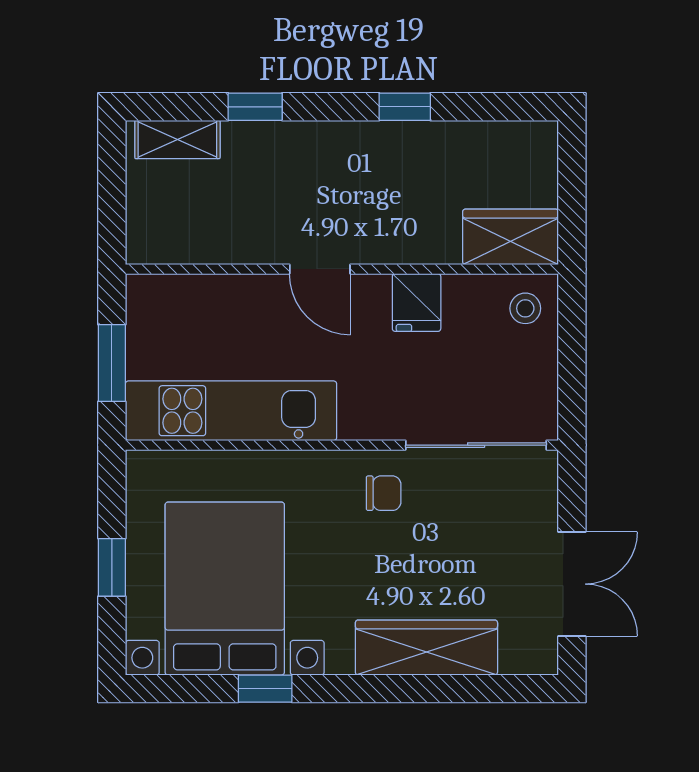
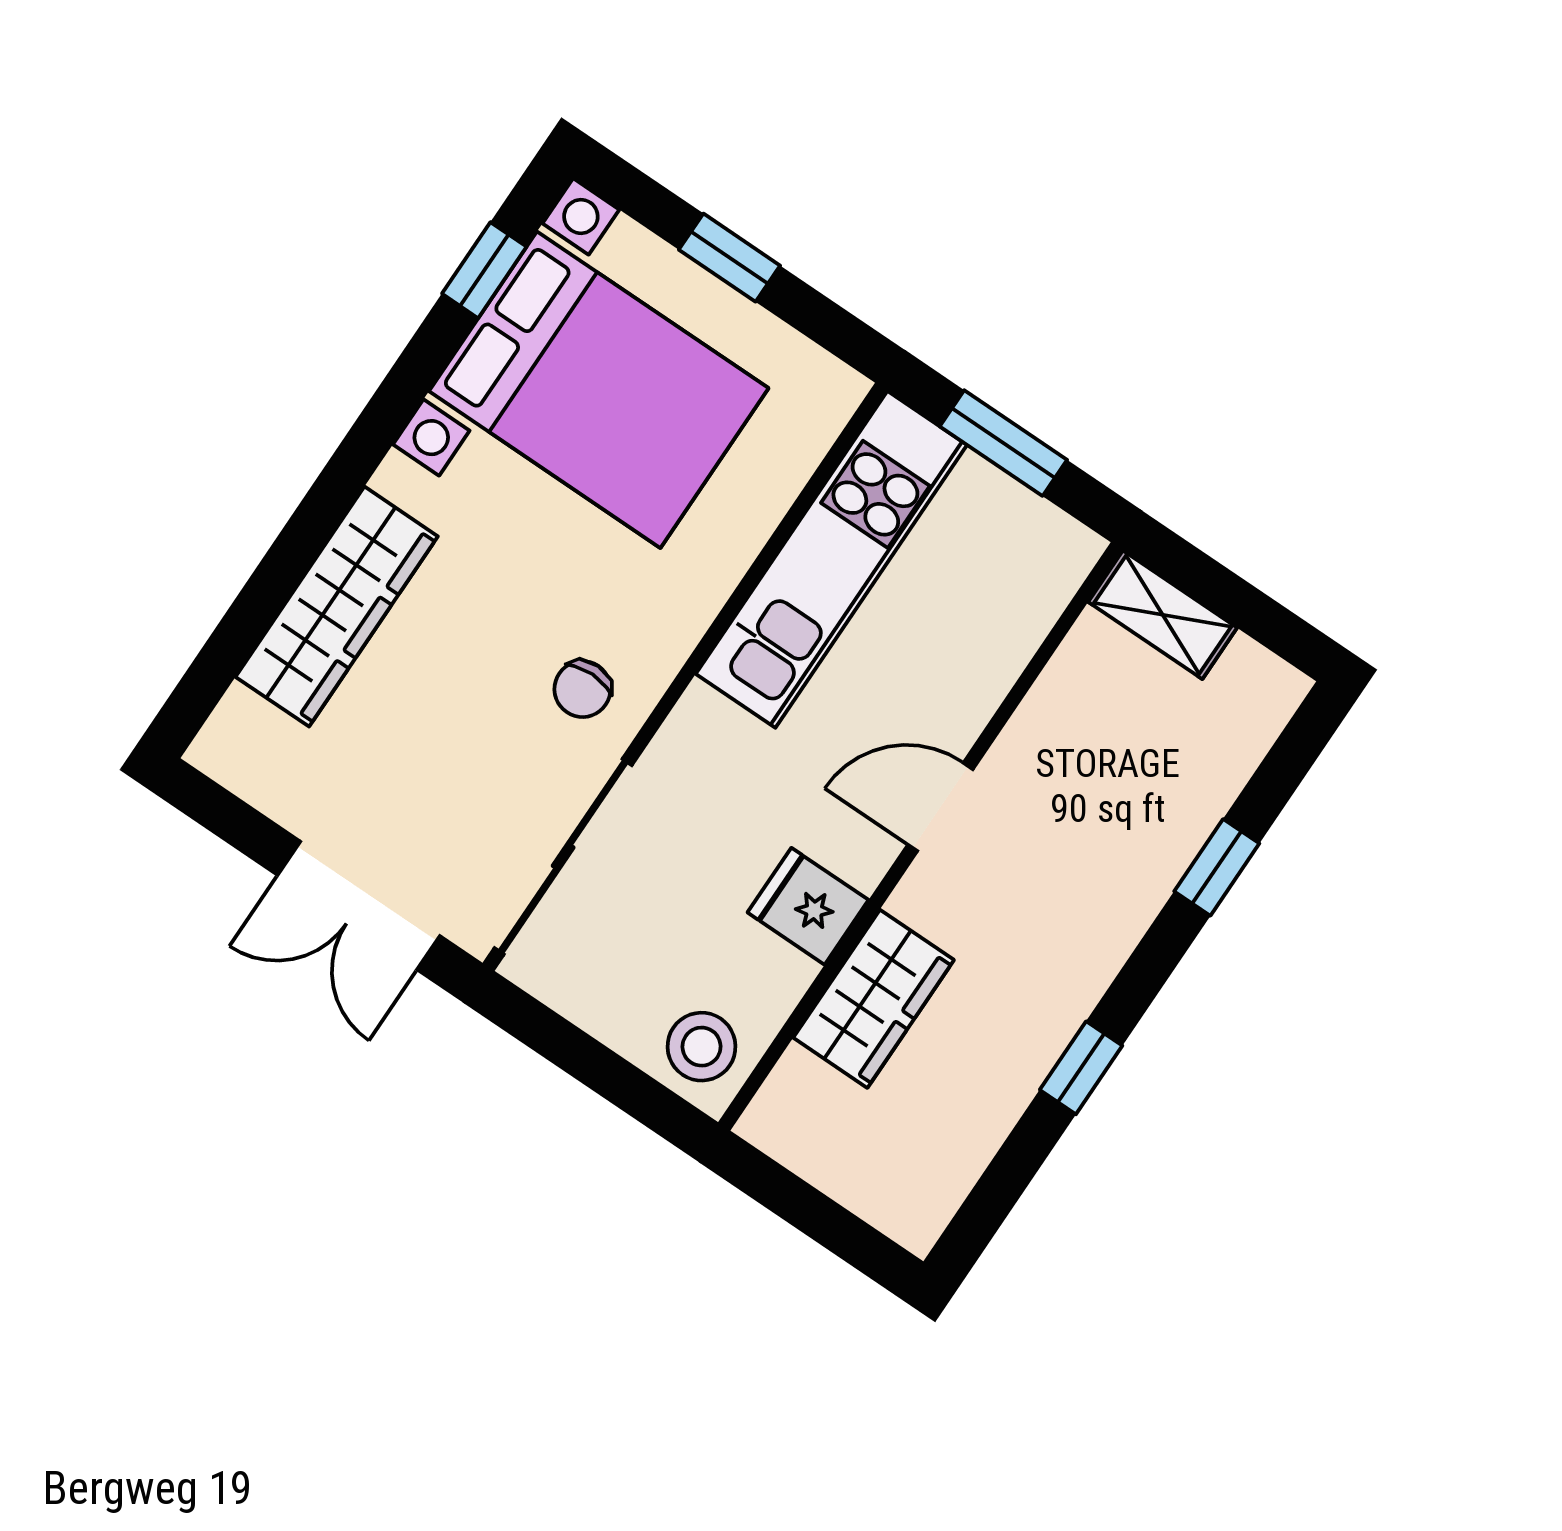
shelving: (177, 139) -> (1163, 615), moved, turned 90
wardrobe: (510, 237) -> (874, 999), moved
stool: (525, 308) -> (702, 1047), width x1.37, depth x1.37
double door: (572, 584) -> (359, 905), moved
window: (265, 689) -> (484, 270), moved

